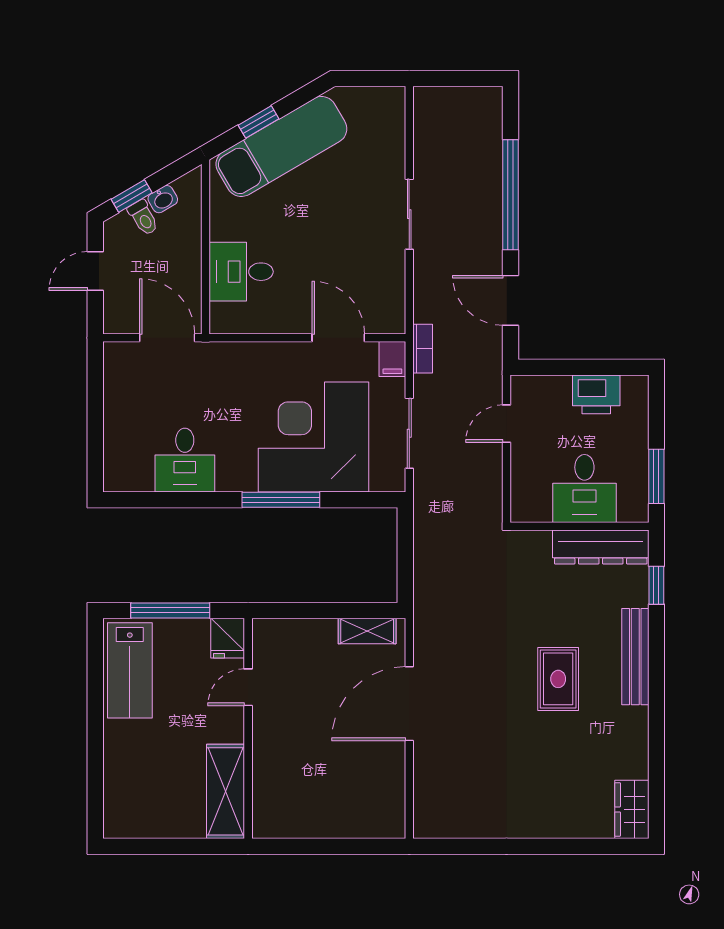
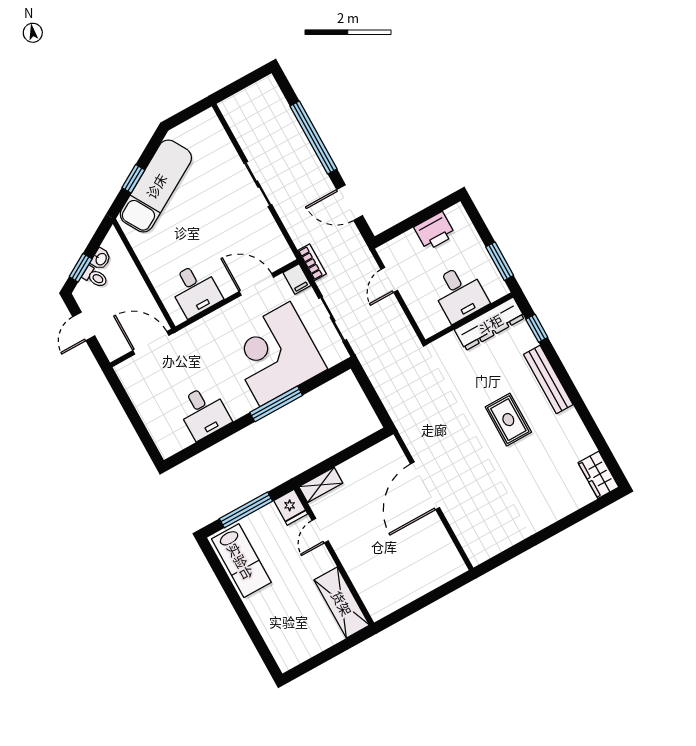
desk: (241, 272) -> (195, 290), moved, turned -90
shelving: (367, 631) -> (321, 485), moved

